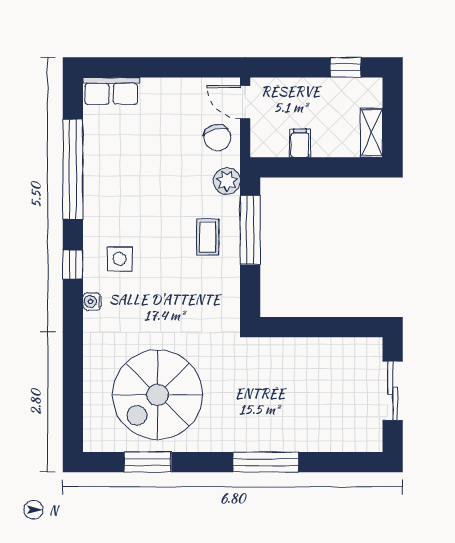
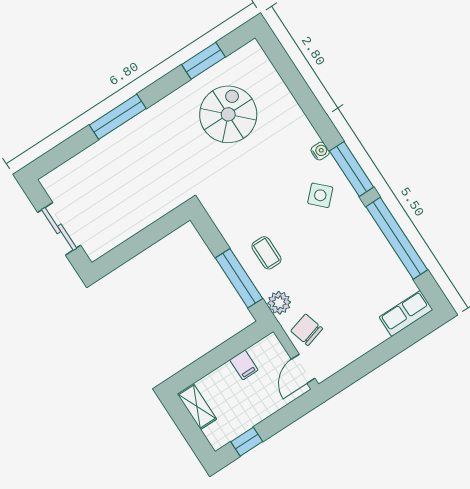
door: (245, 102) -> (303, 369), swing flipped
side table: (120, 259) -> (320, 195), turned 45
window: (73, 265) -> (352, 169), width x2.17
spiral stairs: (158, 395) -> (228, 114), width x0.73, depth x0.73

